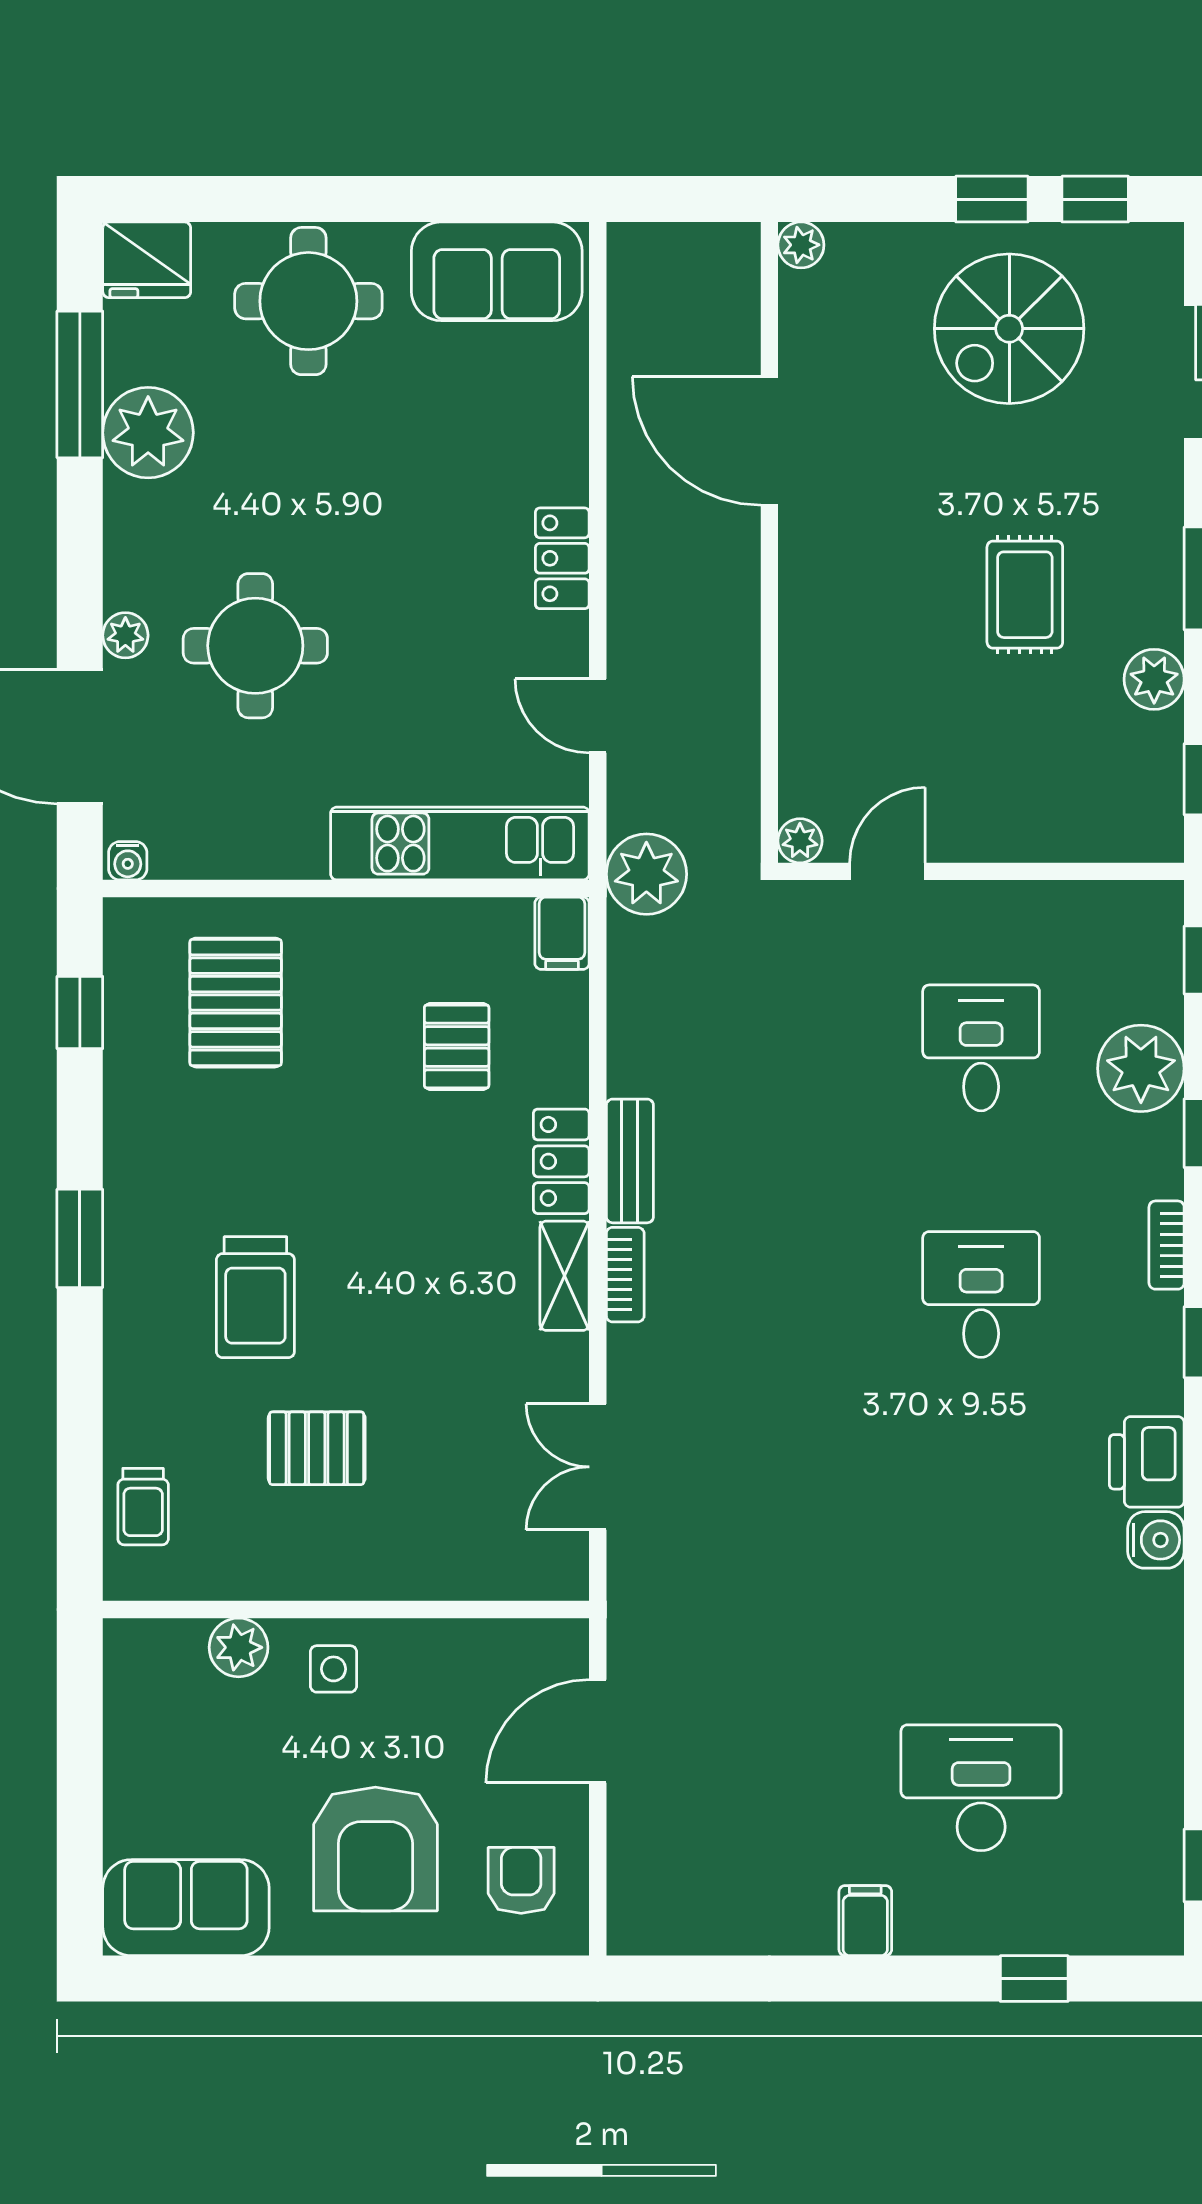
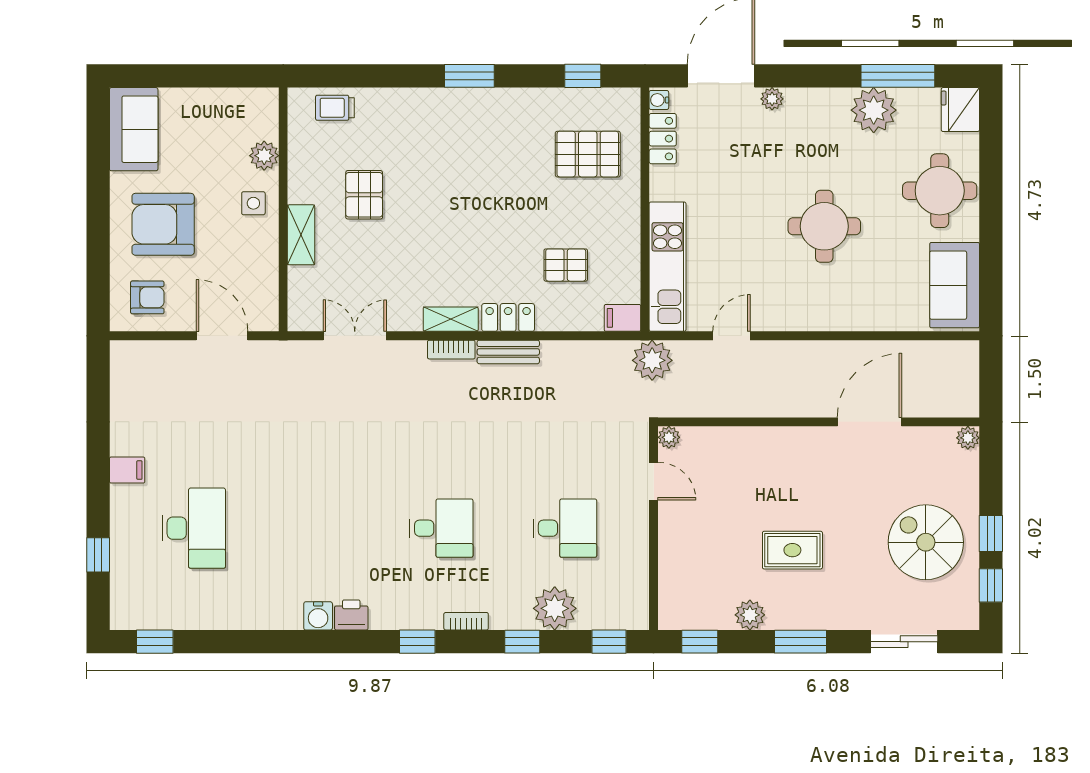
locker: (562, 558) -> (663, 139), moved, turned 90
round table: (255, 646) -> (824, 226), moved
trolley: (255, 1297) -> (440, 164), removed
printer: (1147, 1462) -> (351, 615), width x0.73, depth x0.81
shelving: (397, 1574) -> (301, 235), added

